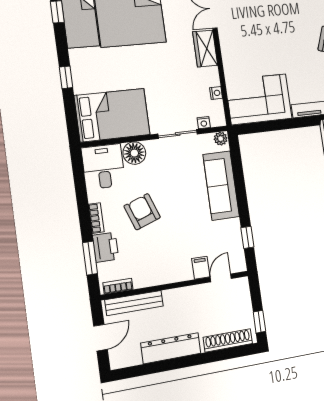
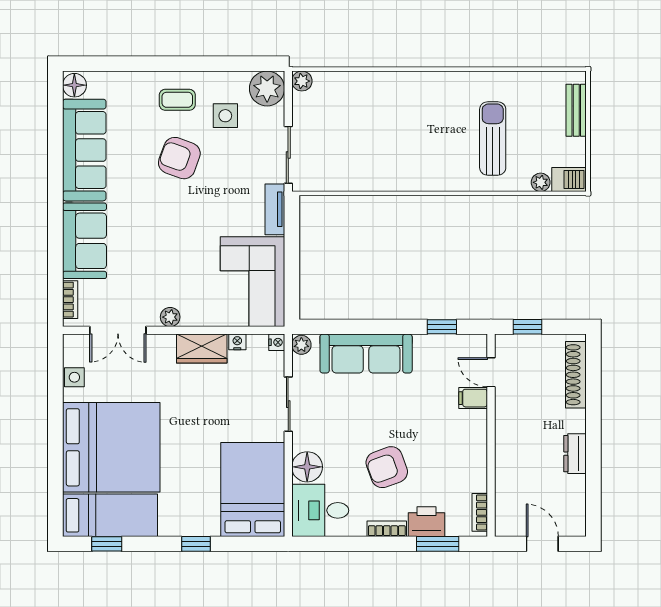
plant: (226, 44) -> (170, 317), added
wardrobe: (205, 49) -> (202, 349), moved
nightstand: (204, 123) -> (277, 342), moved
bench: (134, 303) -> (505, 494), removed
window: (259, 322) -> (528, 327), moved
dresser: (171, 348) -> (575, 454), width x0.51, depth x0.80

